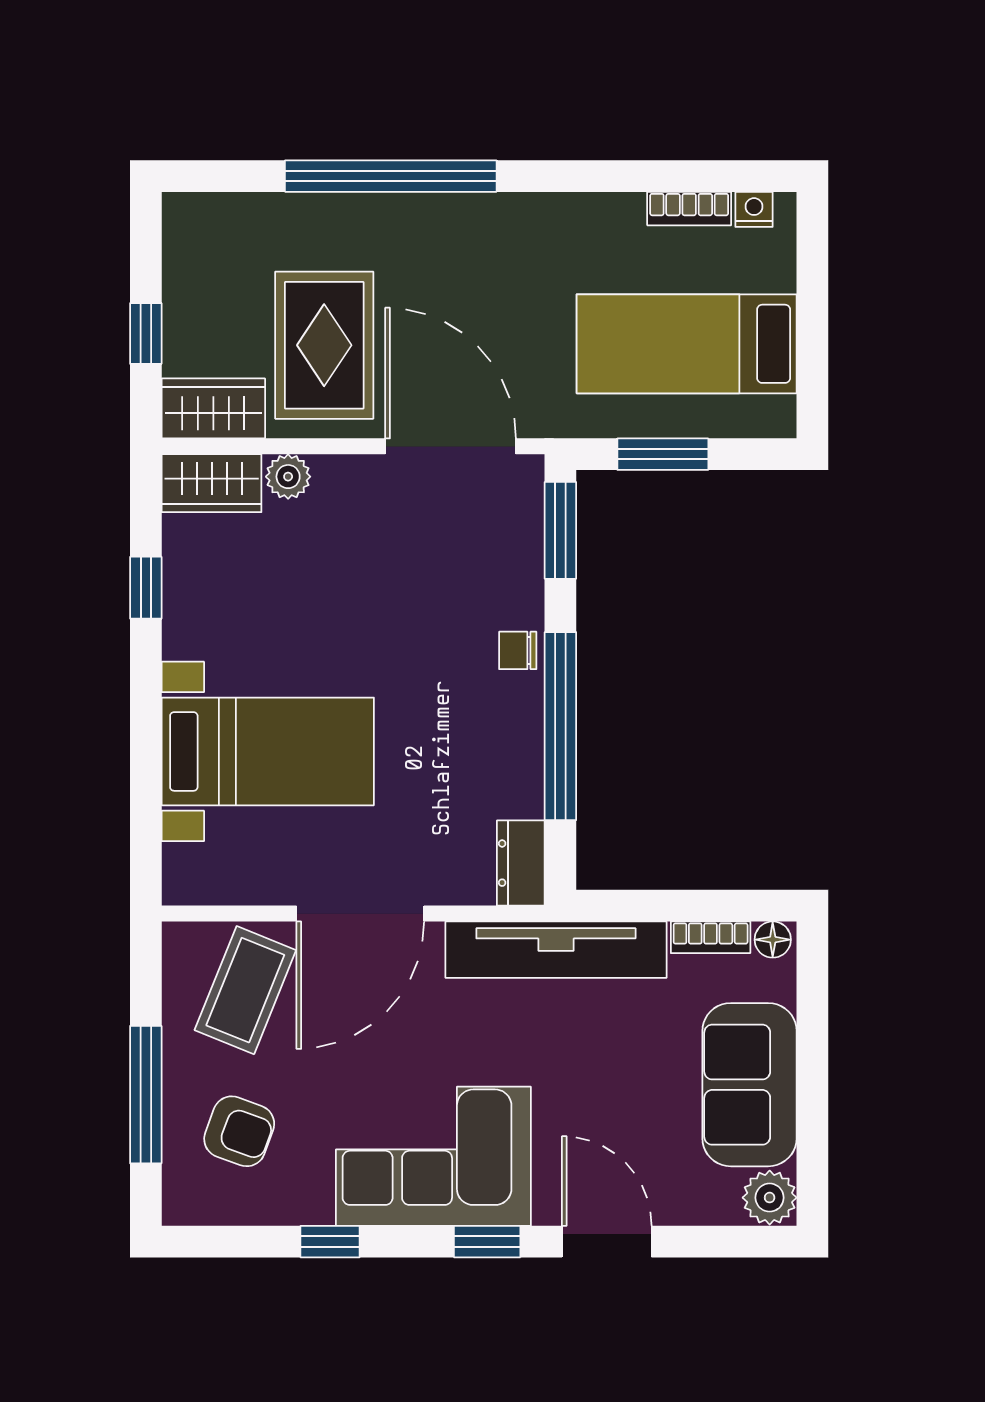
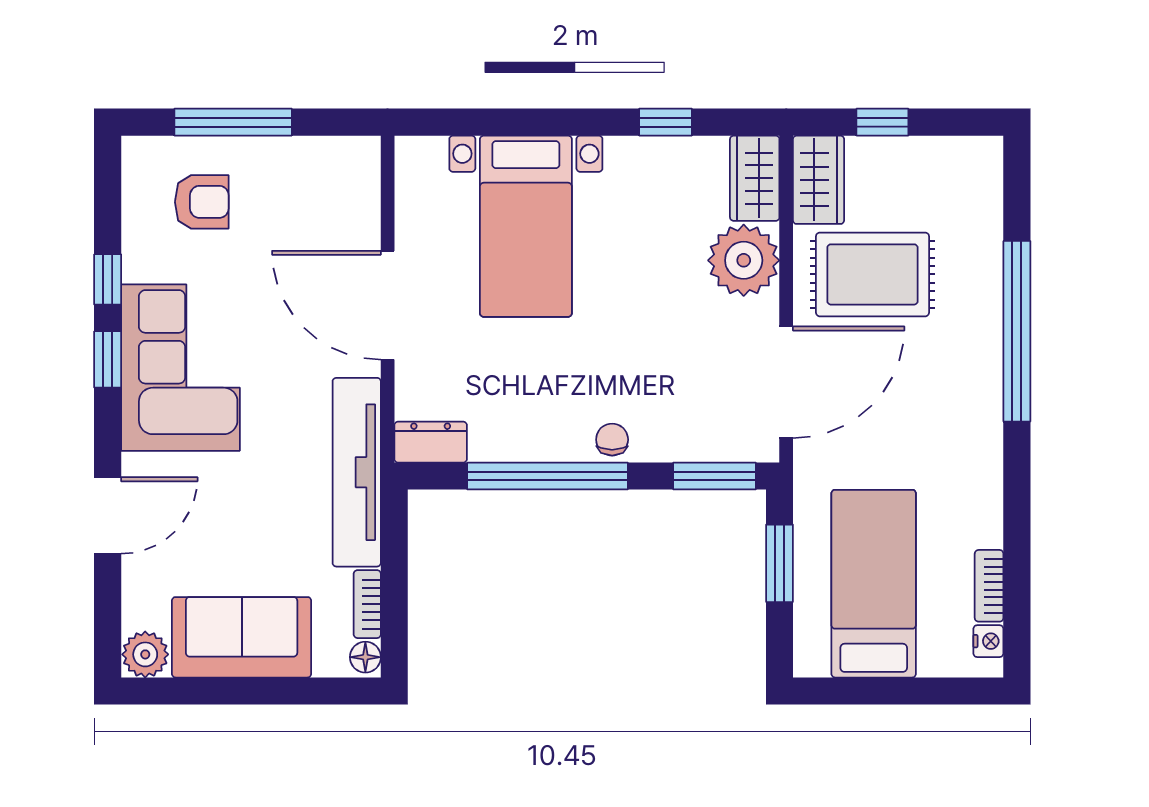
plant: (288, 477) -> (744, 260), width x1.88, depth x1.88
coffee table: (245, 990) -> (322, 207), removed
armchair: (239, 1131) -> (202, 202), turned -110
window: (487, 1242) -> (108, 359), moved

